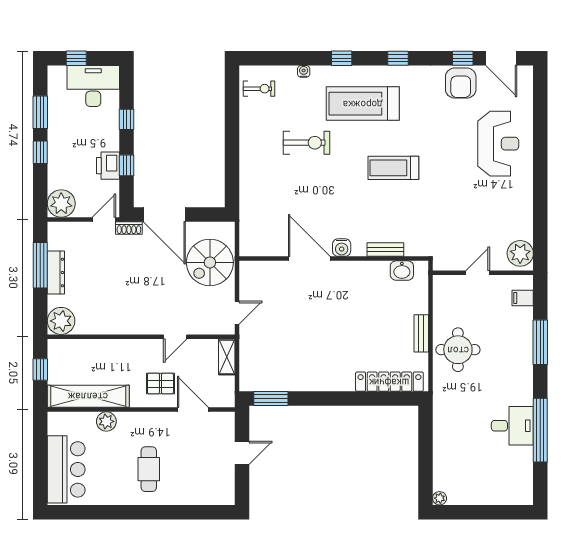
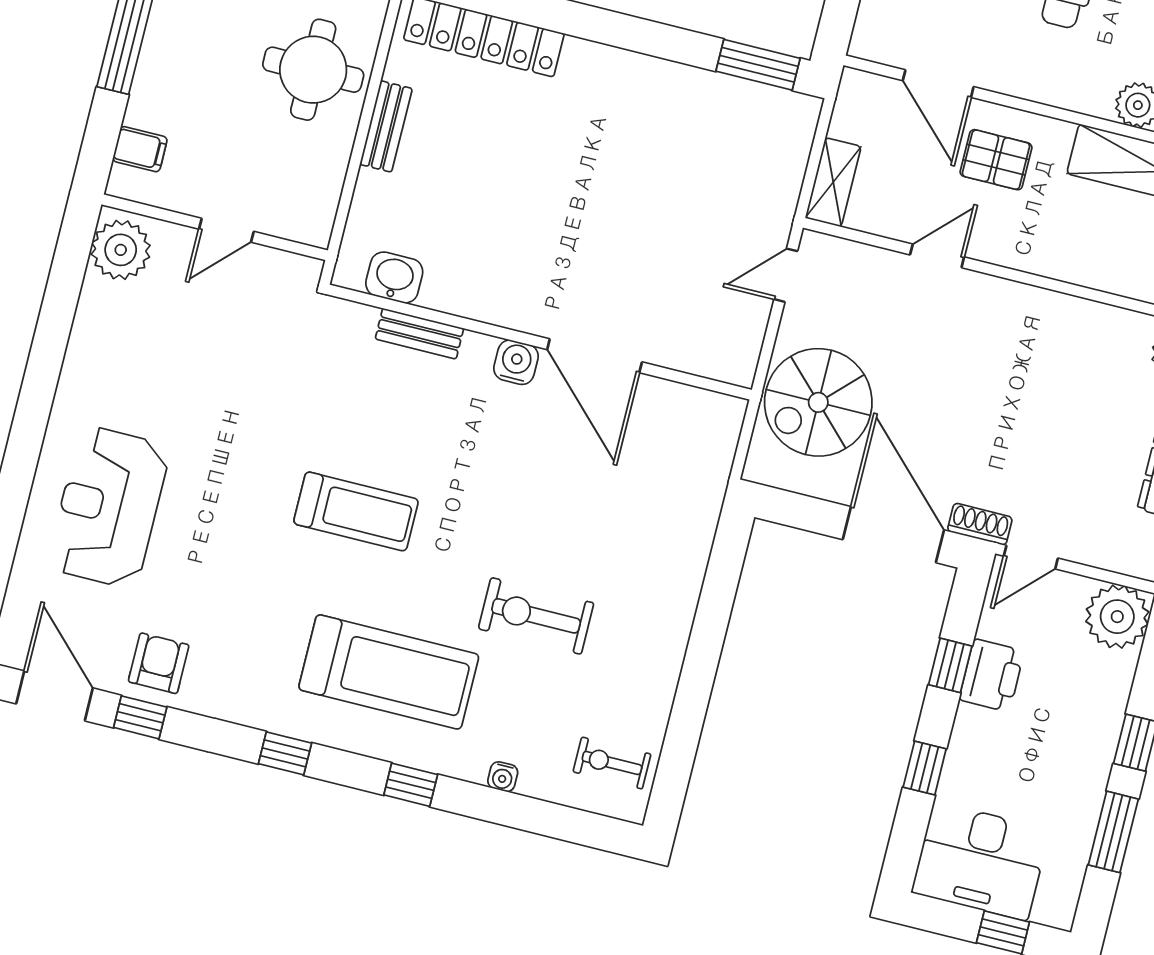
armchair: (461, 83) -> (159, 663), width x0.72, depth x0.72
spiral stairs: (210, 262) -> (818, 402), turned 180

